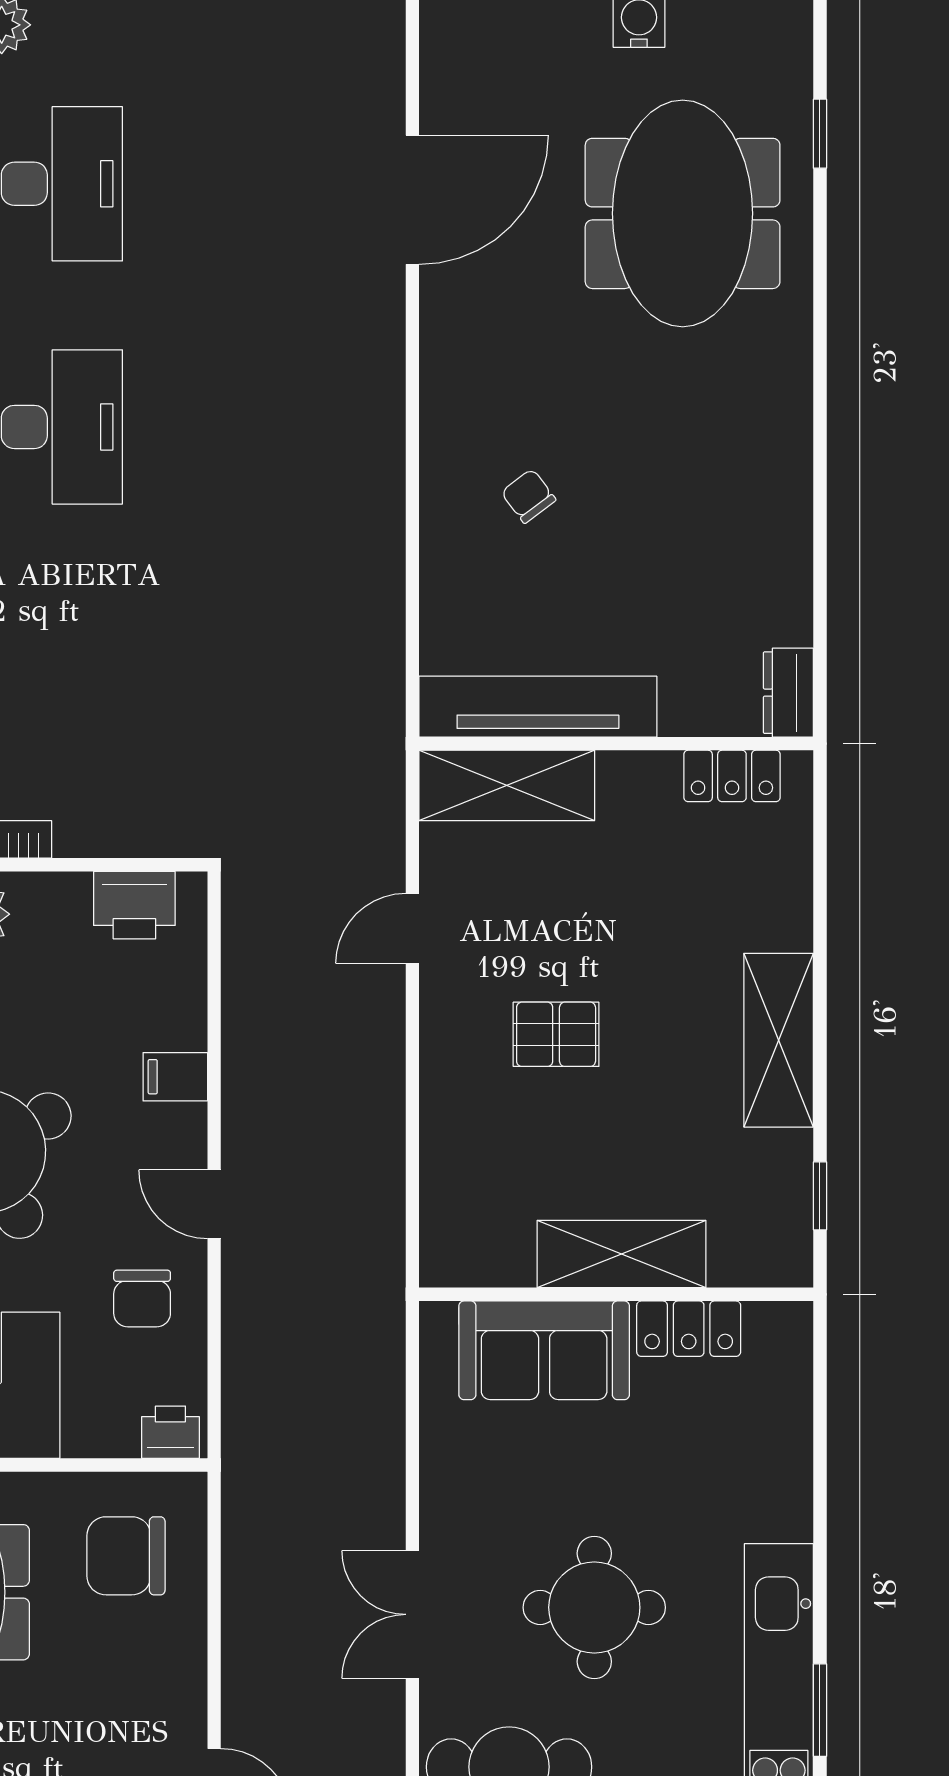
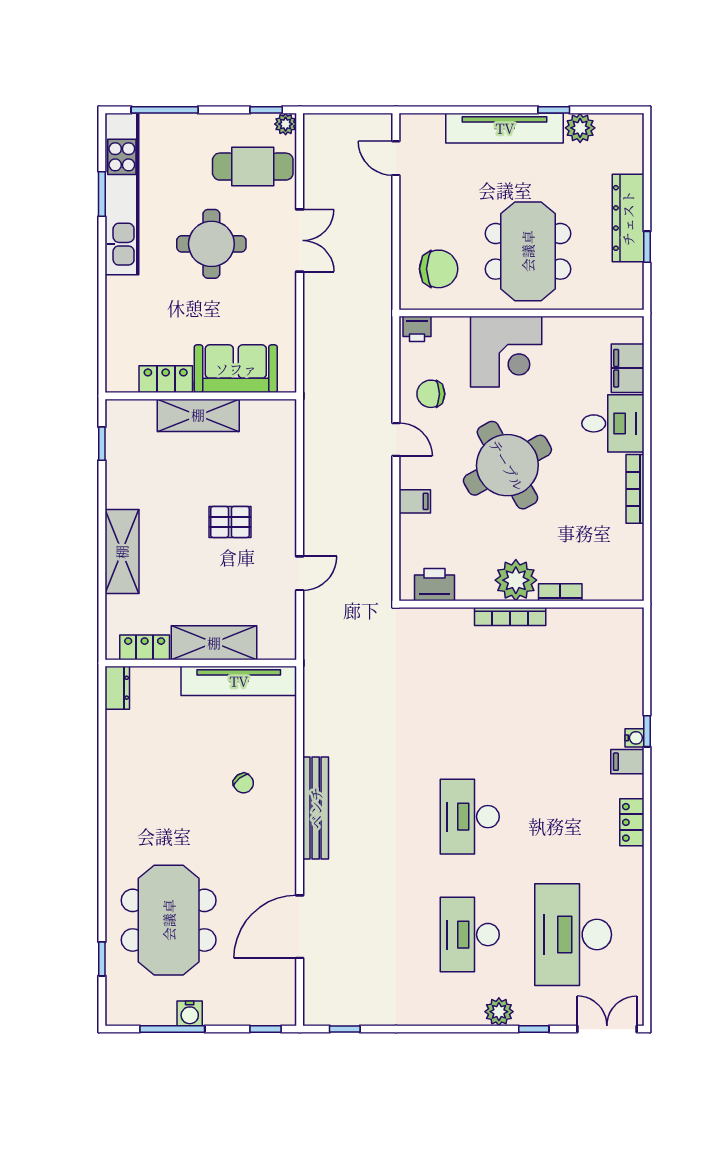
bench: (380, 445) -> (316, 808), added
shelving: (507, 785) -> (214, 643), moved
shelving: (779, 1040) -> (122, 552), moved
chair: (142, 1298) -> (431, 394), turned -90

